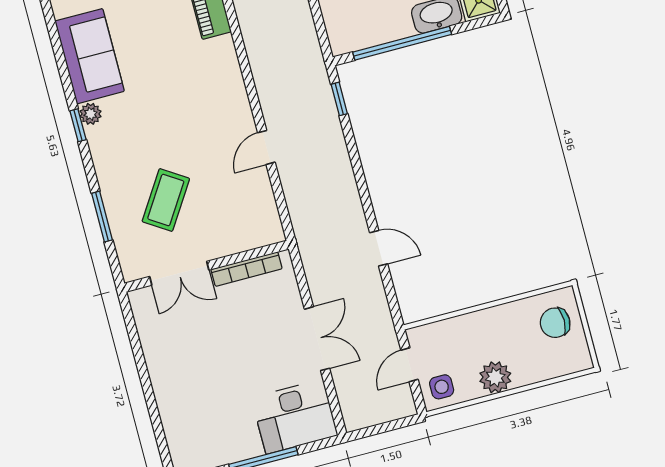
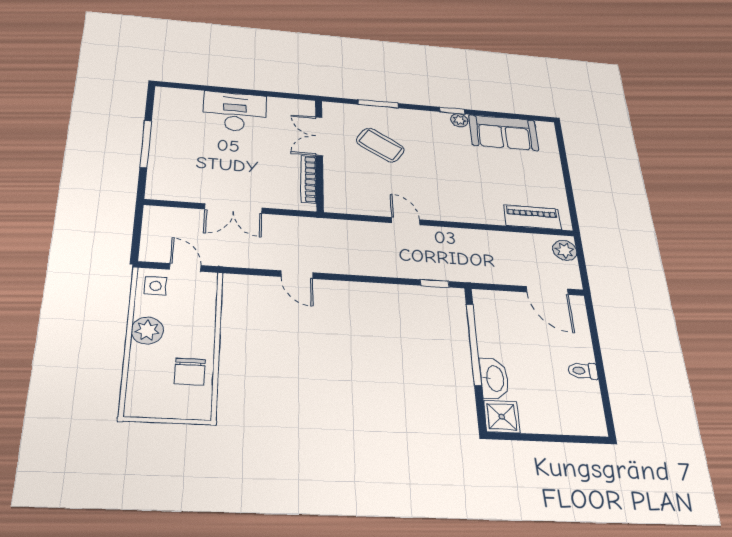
door: (379, 248) -> (297, 275), hinge flipped
chair: (555, 323) -> (190, 372), moved, turned 180
desk: (295, 417) -> (235, 112), moved, turned 90

